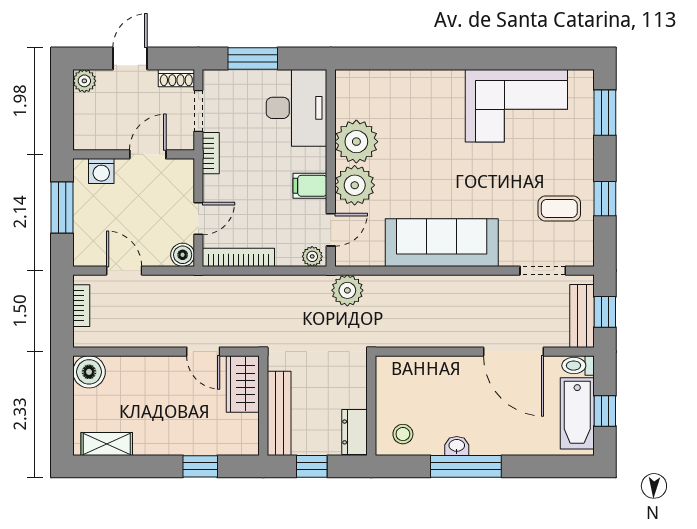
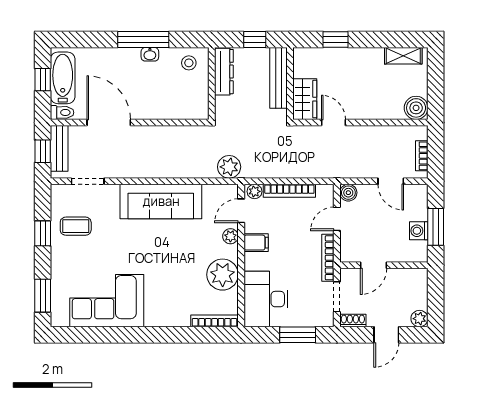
bookcase: (367, 78) -> (215, 321), added
bookcase: (211, 153) -> (328, 258), width x1.56
washing machine: (101, 171) -> (419, 231), moved, turned -90
plant: (355, 185) -> (230, 236), width x0.53, depth x0.53
bookcase: (238, 257) -> (289, 191), moved
dresser: (354, 432) -> (224, 72), width x1.44

